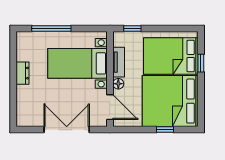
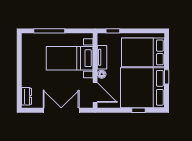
window: (201, 63) -> (167, 77), moved
dresser: (23, 73) -> (27, 96), moved

